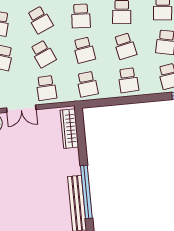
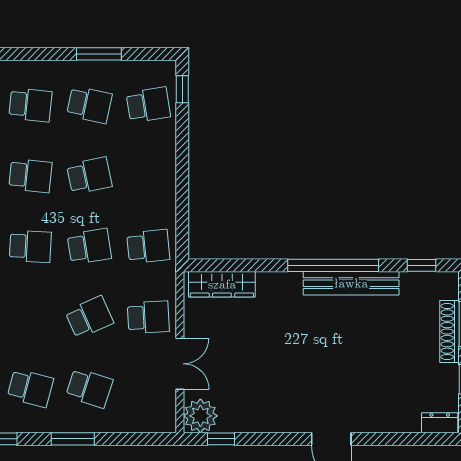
school desk: (40, 20) -> (30, 317), removed
school desk: (128, 80) -> (148, 176), removed

